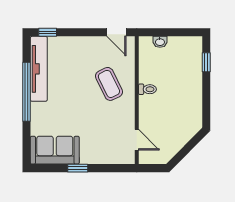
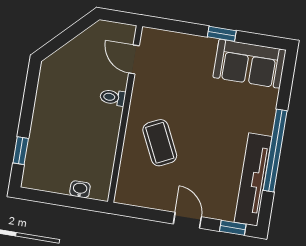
door: (116, 32) -> (187, 220), moved
toilet: (147, 89) -> (113, 97), moved

